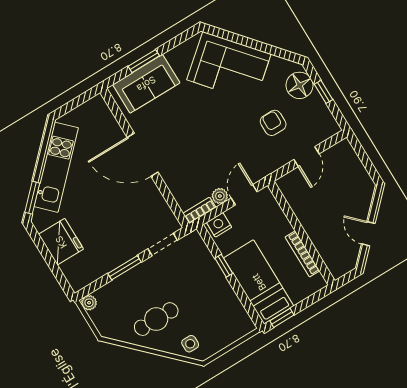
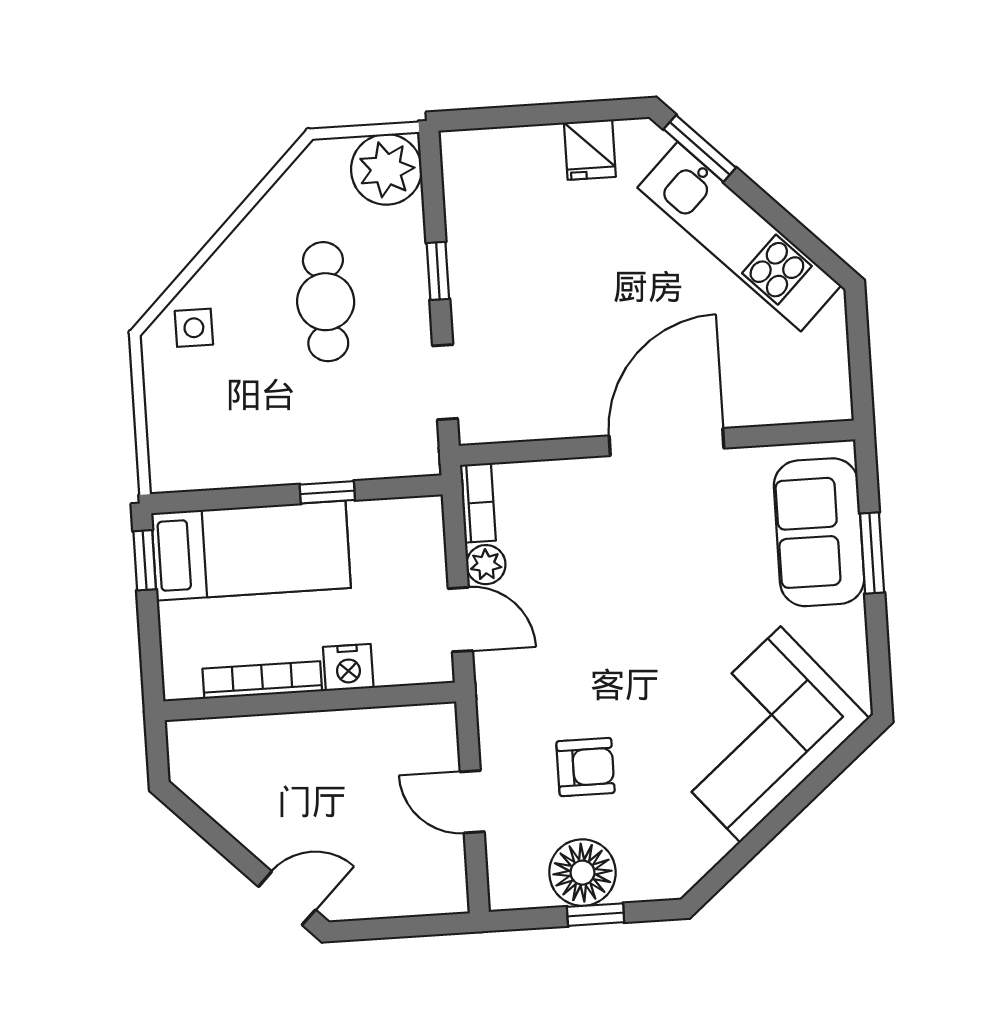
floor lamp: (300, 85) -> (582, 873), moved
nightstand: (219, 225) -> (348, 667), moved, turned 90
door: (368, 234) -> (287, 898), moved
fridge: (61, 242) -> (590, 150), width x0.53, depth x0.75
window: (125, 268) -> (438, 271), width x0.67
plant: (89, 303) -> (386, 169), width x1.88, depth x1.88
cafe table: (156, 319) -> (326, 302), moved

